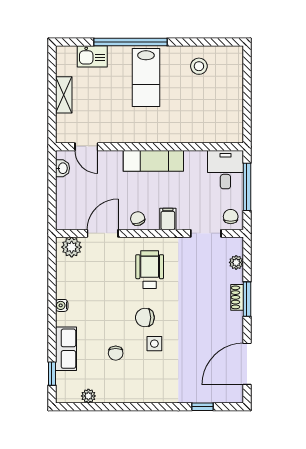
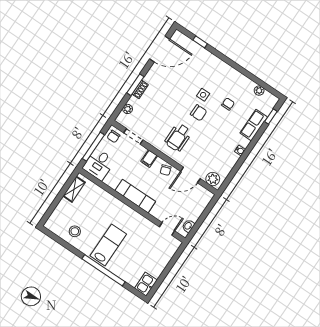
kitchen sink: (92, 56) -> (146, 284), moved, turned -90
shelving: (64, 95) -> (74, 189), moved
door: (86, 147) -> (167, 229), hinge flipped

